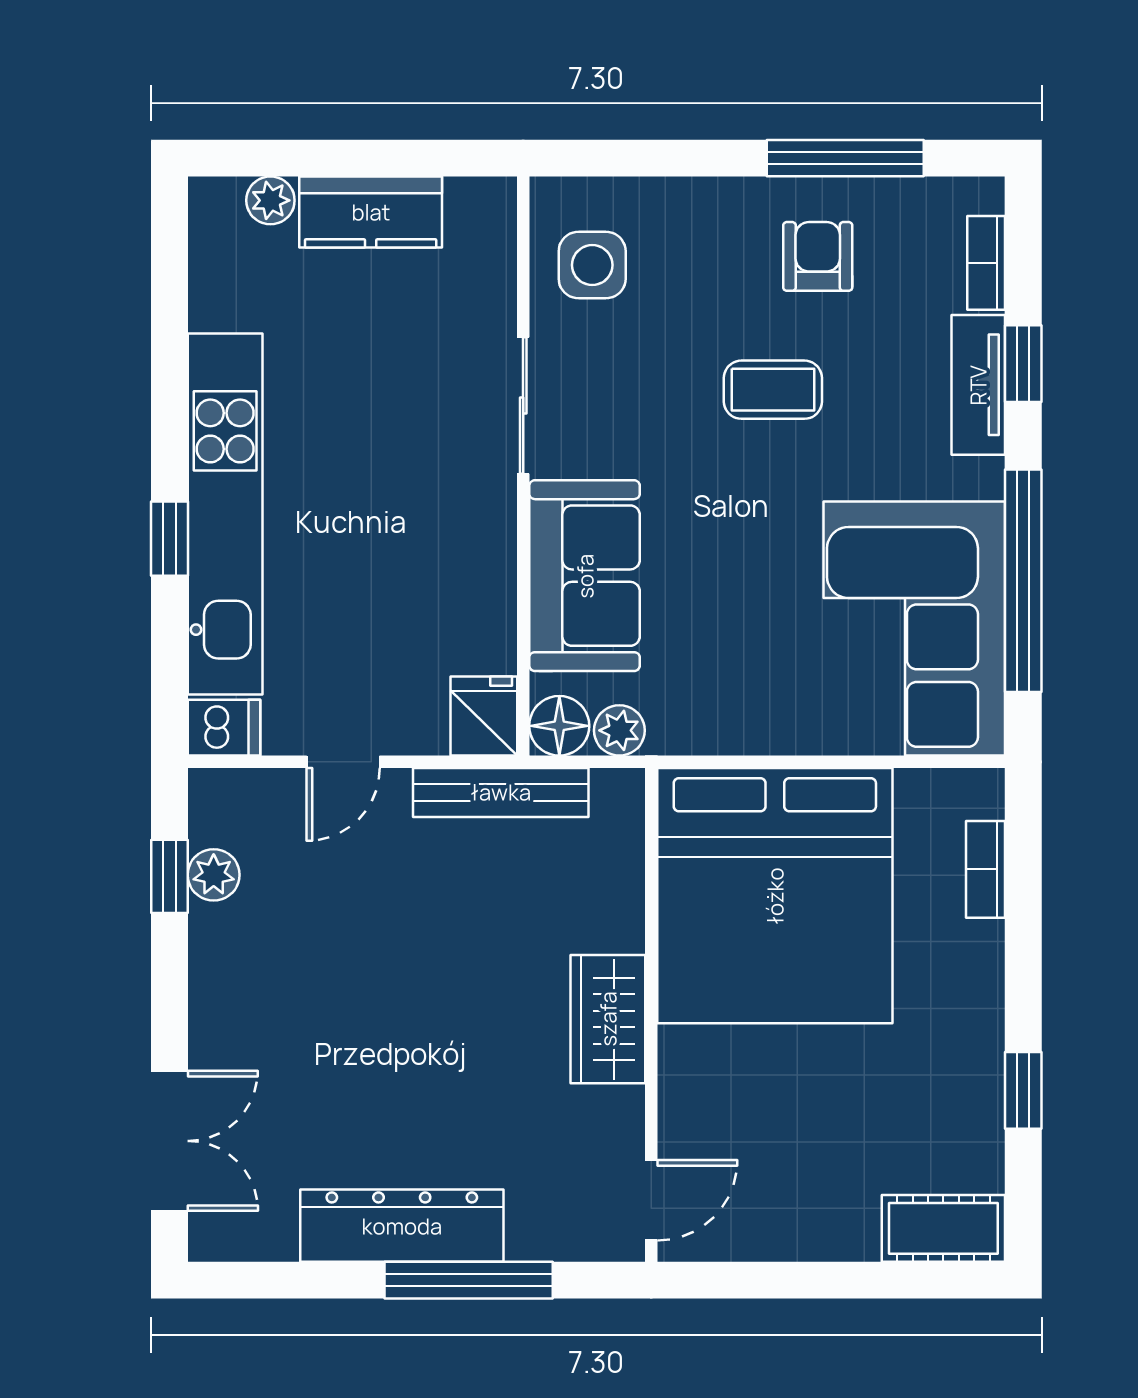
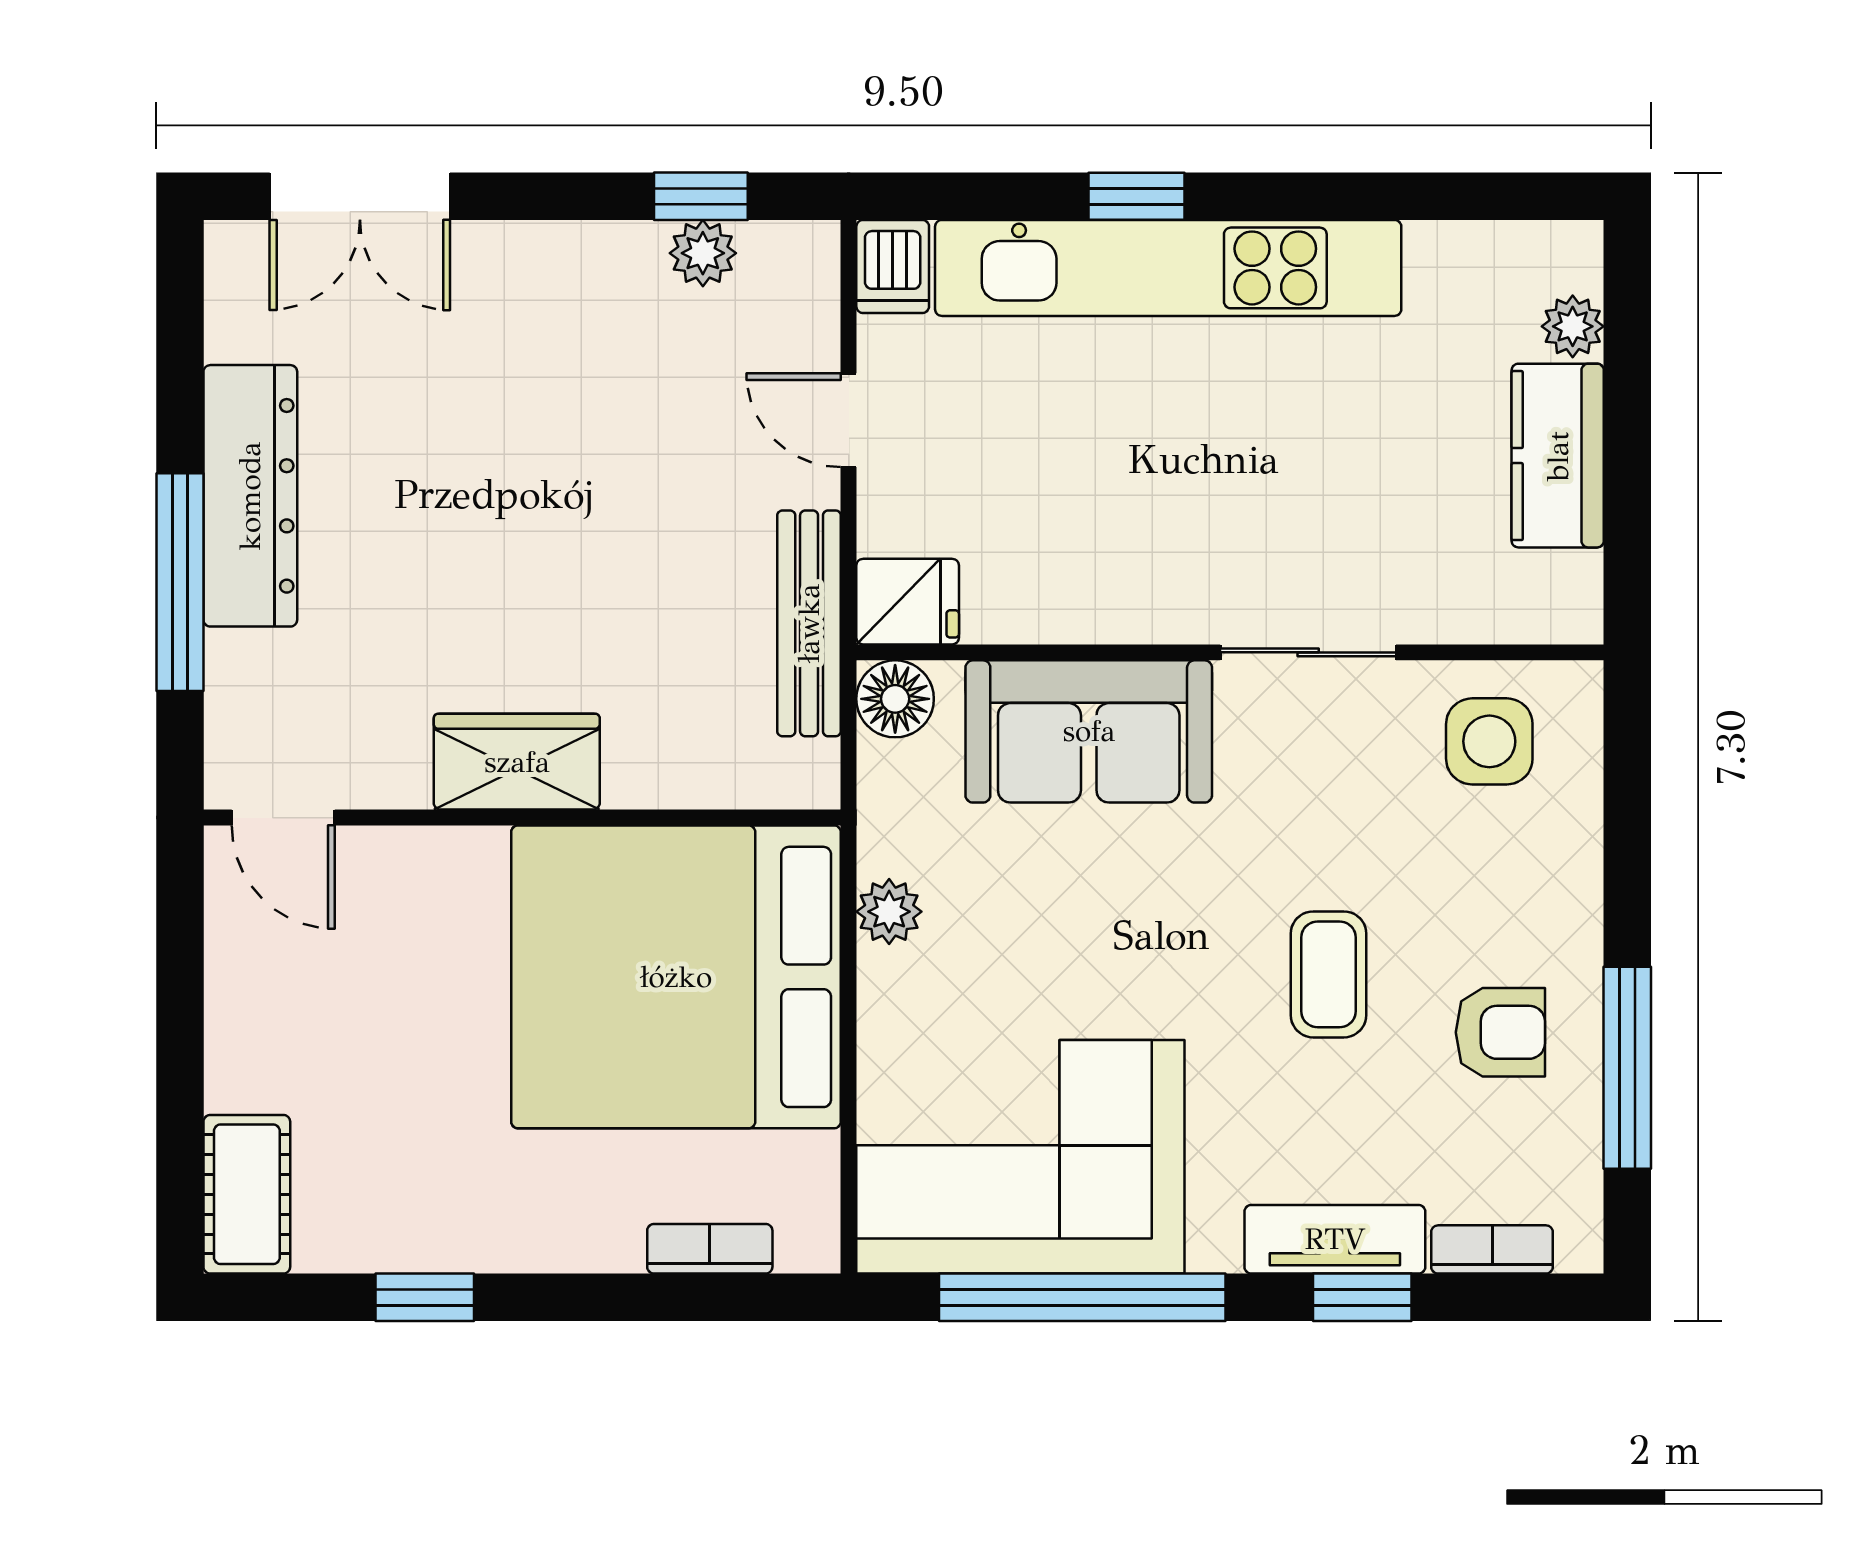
plant: (619, 730) -> (889, 912), moved

